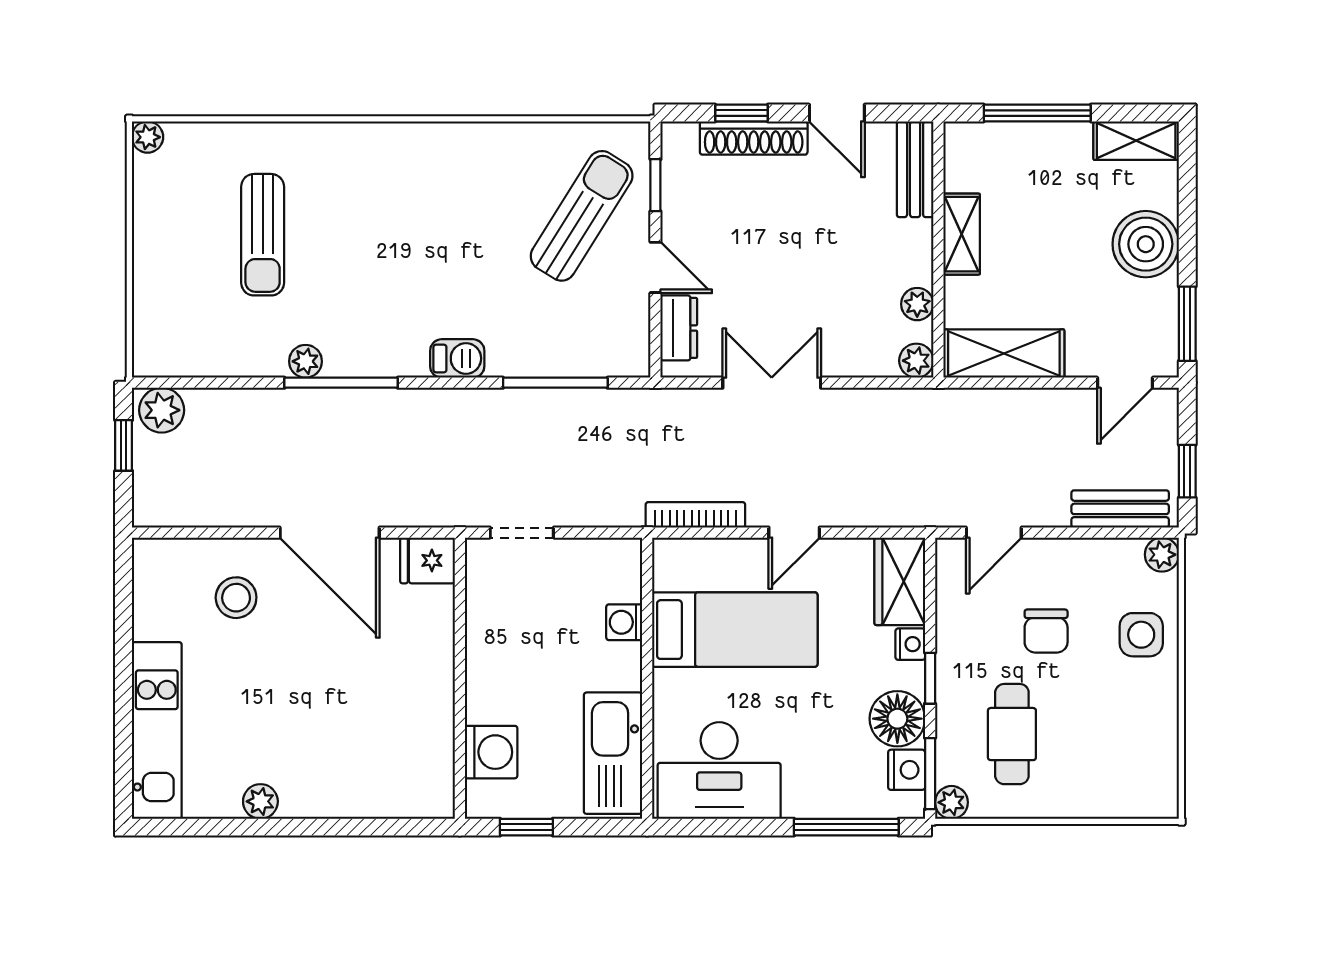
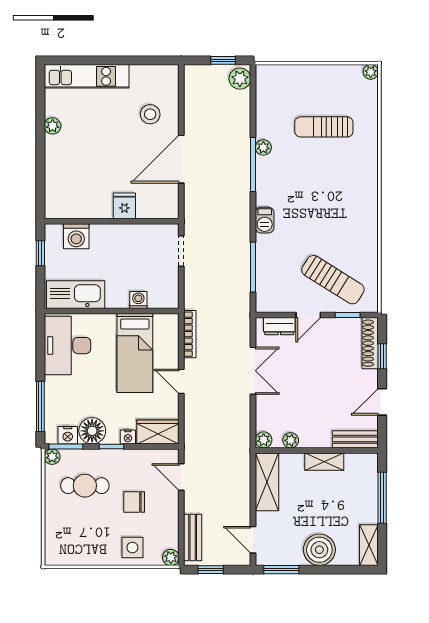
shoe rack: (754, 138) -> (370, 343), moved
fridge: (428, 560) -> (124, 206), moved

